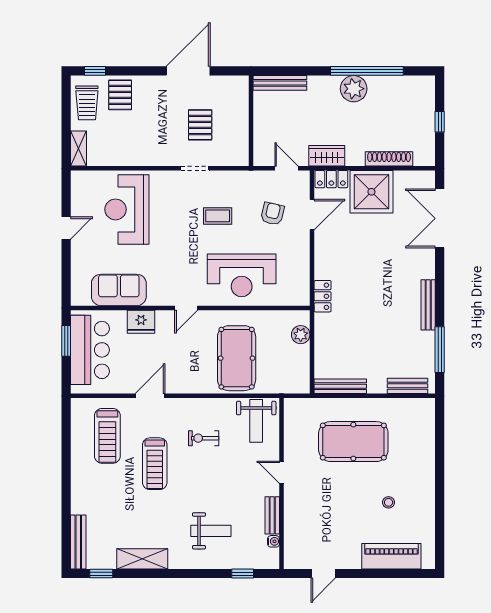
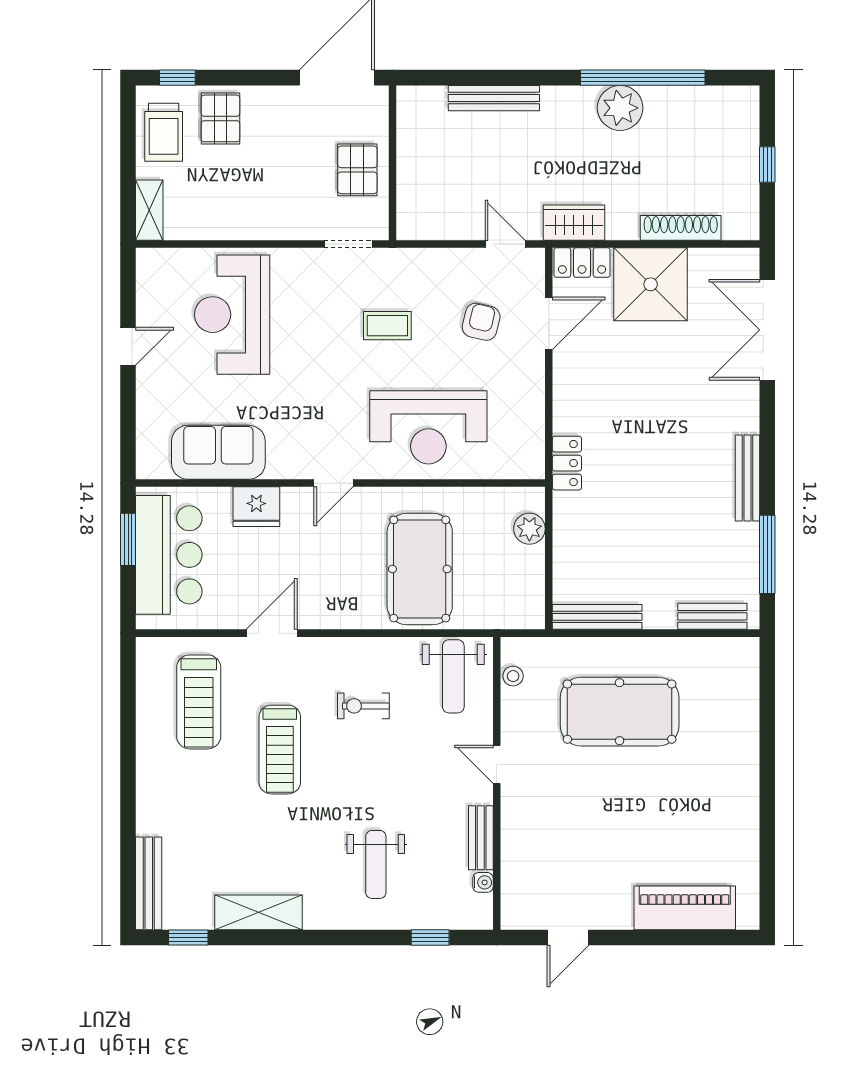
wall: (251, 121) -> (393, 163), moved
stool: (389, 502) -> (513, 676), moved
weight bench: (211, 531) -> (376, 864), turned 90

